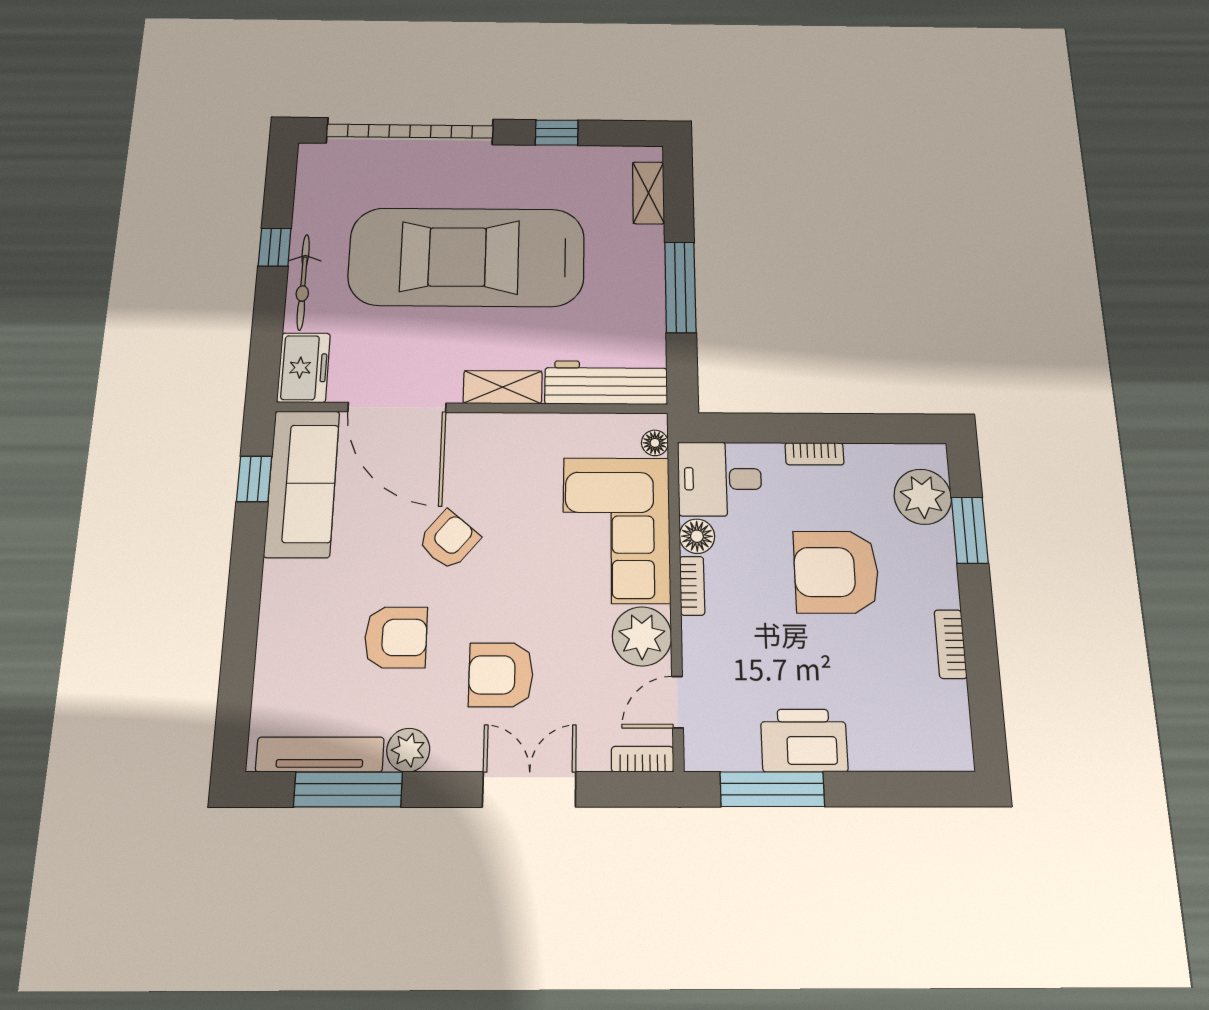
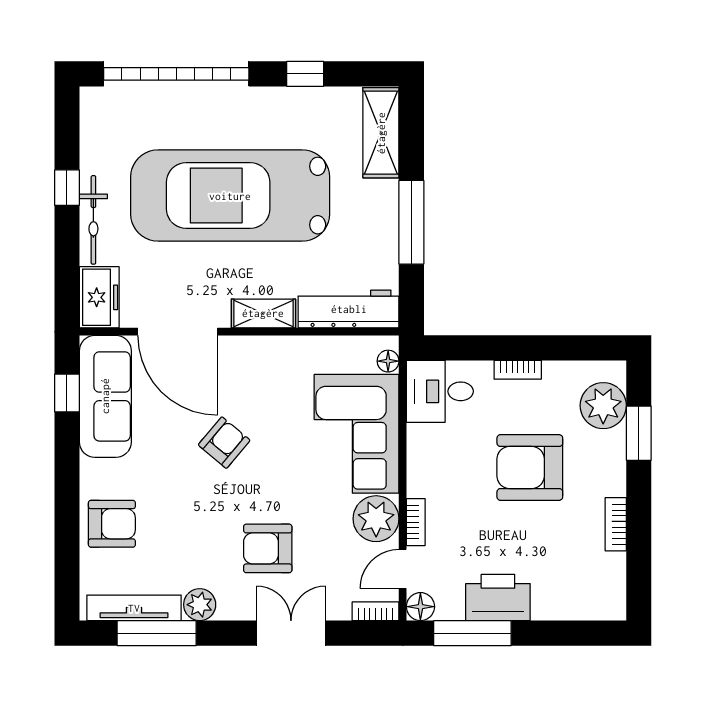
shelving: (648, 193) -> (381, 133), width x1.50, depth x1.33
floor lamp: (697, 536) -> (420, 607), moved
bookcase: (692, 586) -> (416, 522), moved
armchair: (396, 637) -> (112, 524), moved

